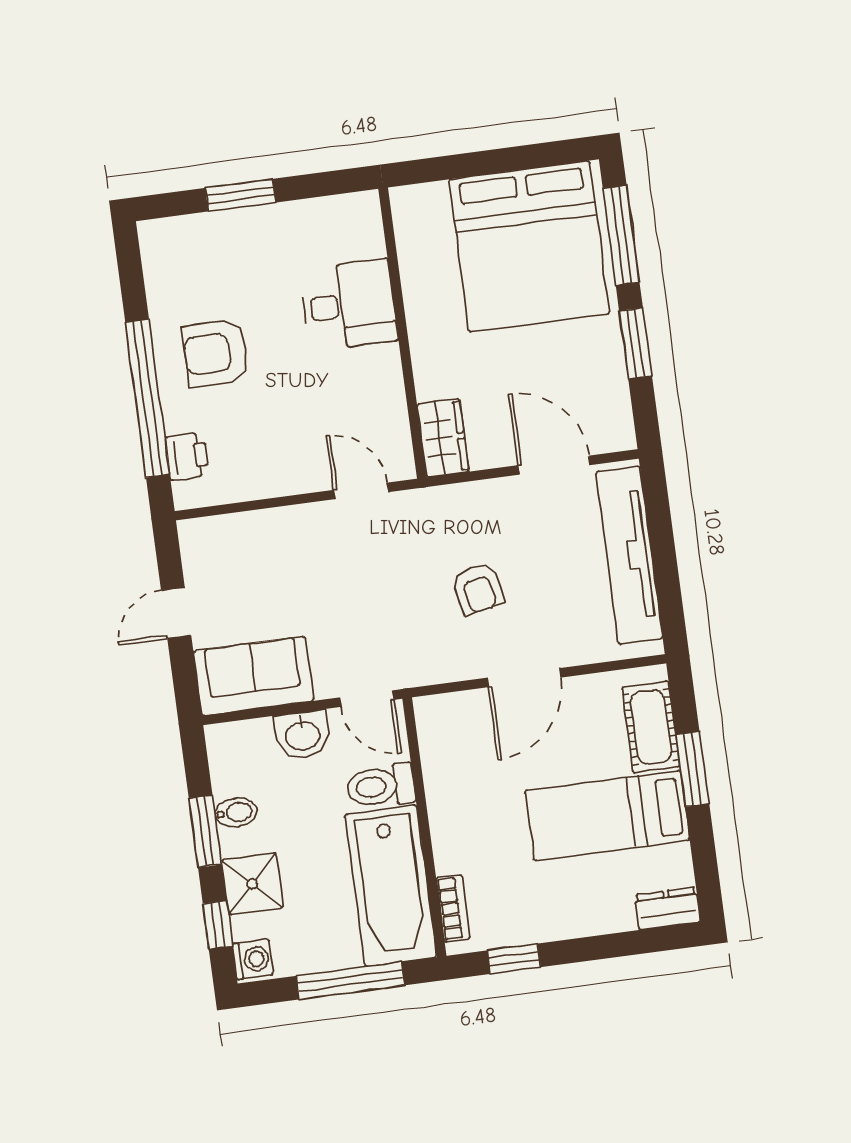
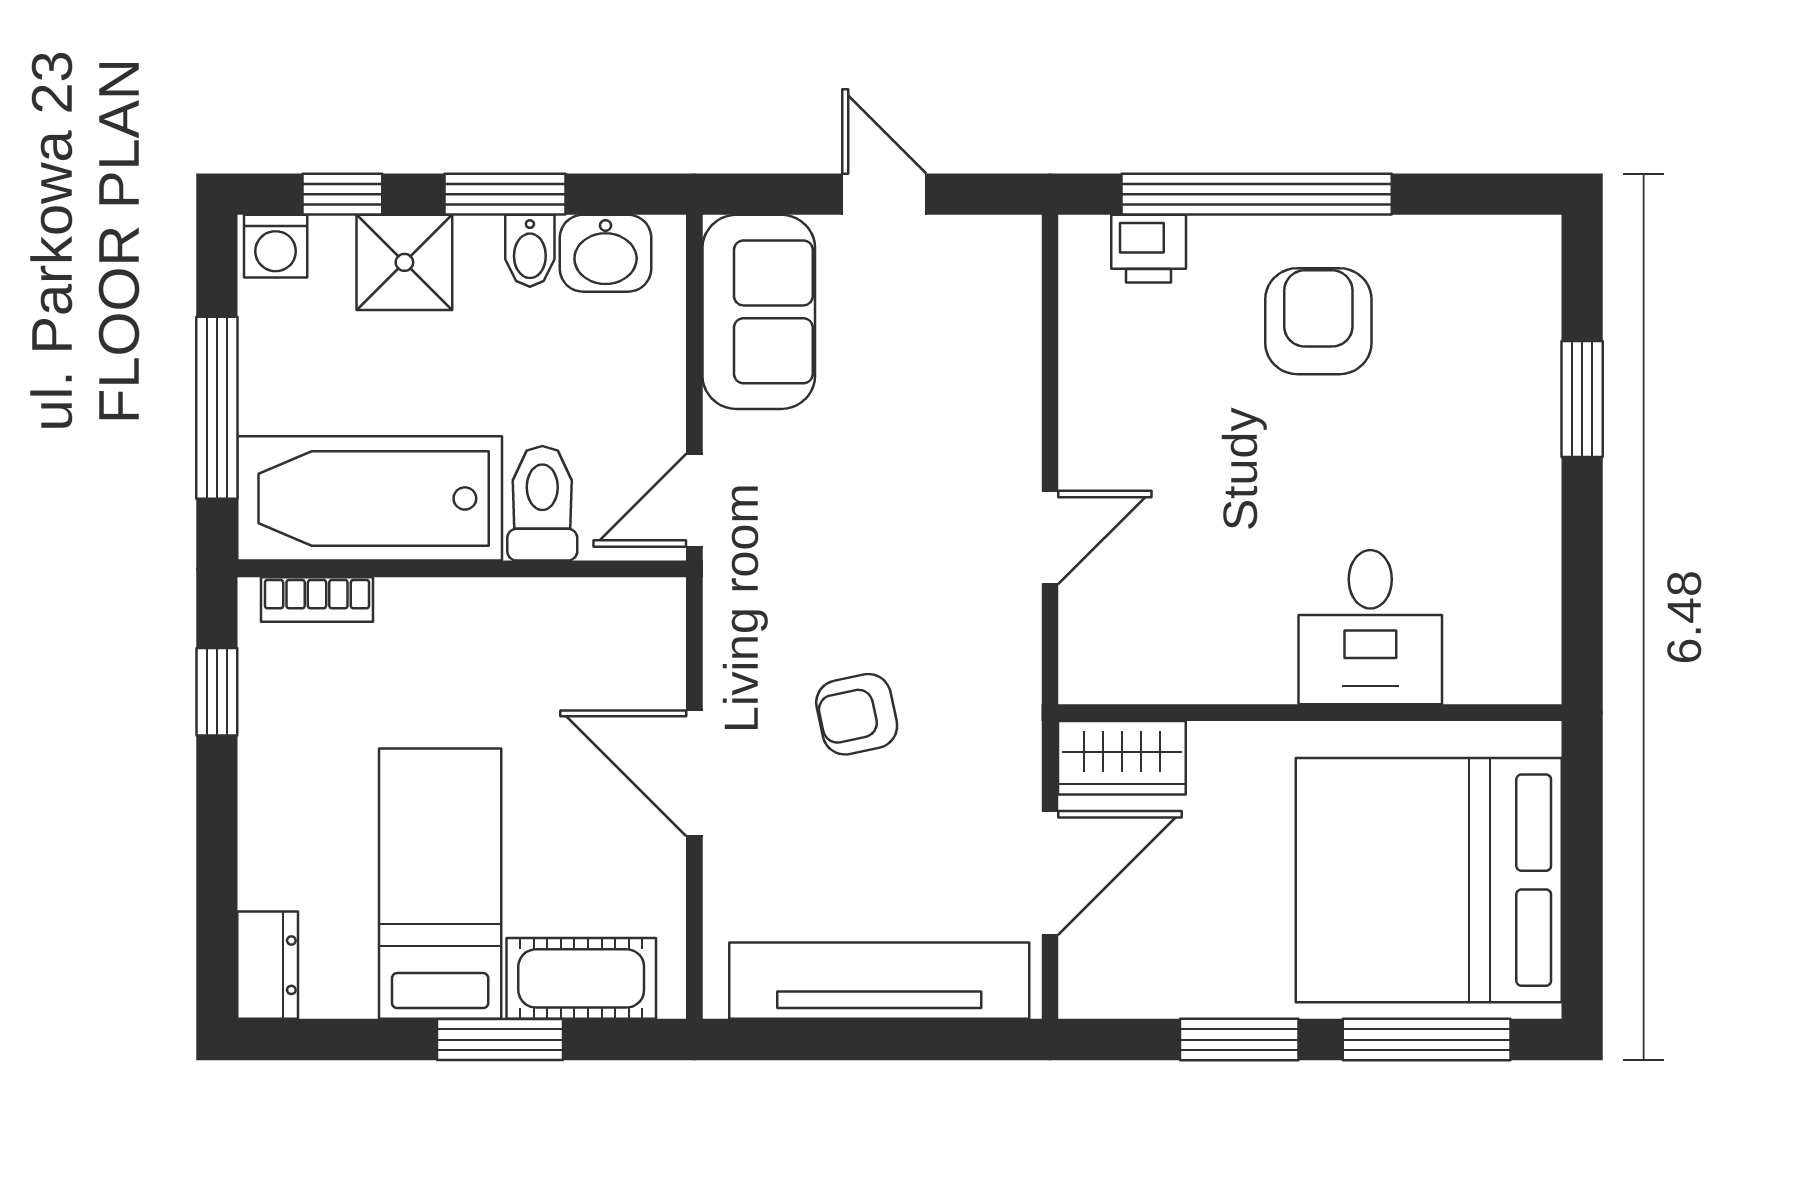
desk: (349, 305) -> (1370, 627), moved
wall: (403, 333) -> (1310, 713), moved
wardrobe: (443, 438) -> (1122, 758), moved
washbasin: (302, 735) -> (606, 253), moved, turned -90

